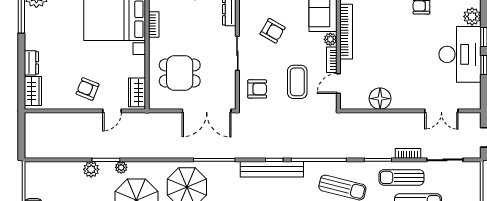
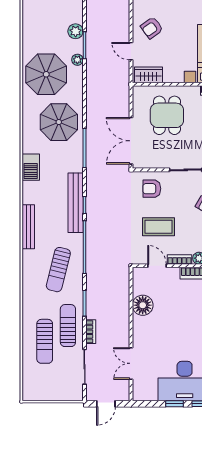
armchair: (88, 89) -> (152, 28), turned -148
armchair: (257, 89) -> (152, 189), turned 90

